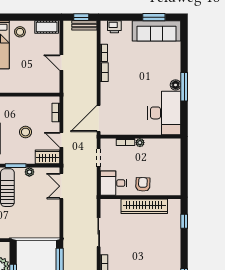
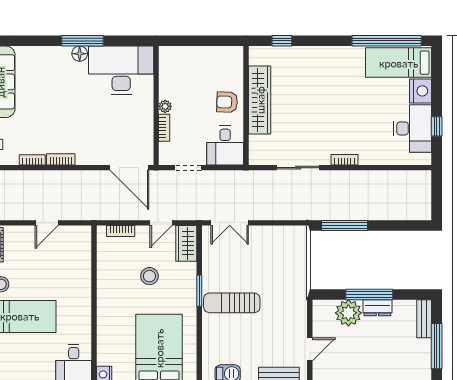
plant: (29, 172) -> (209, 270), removed

